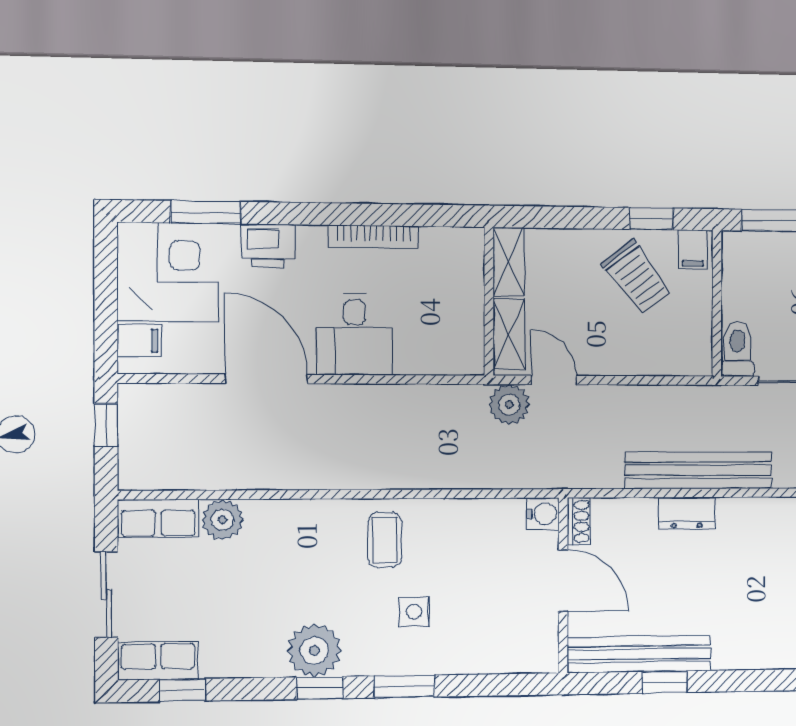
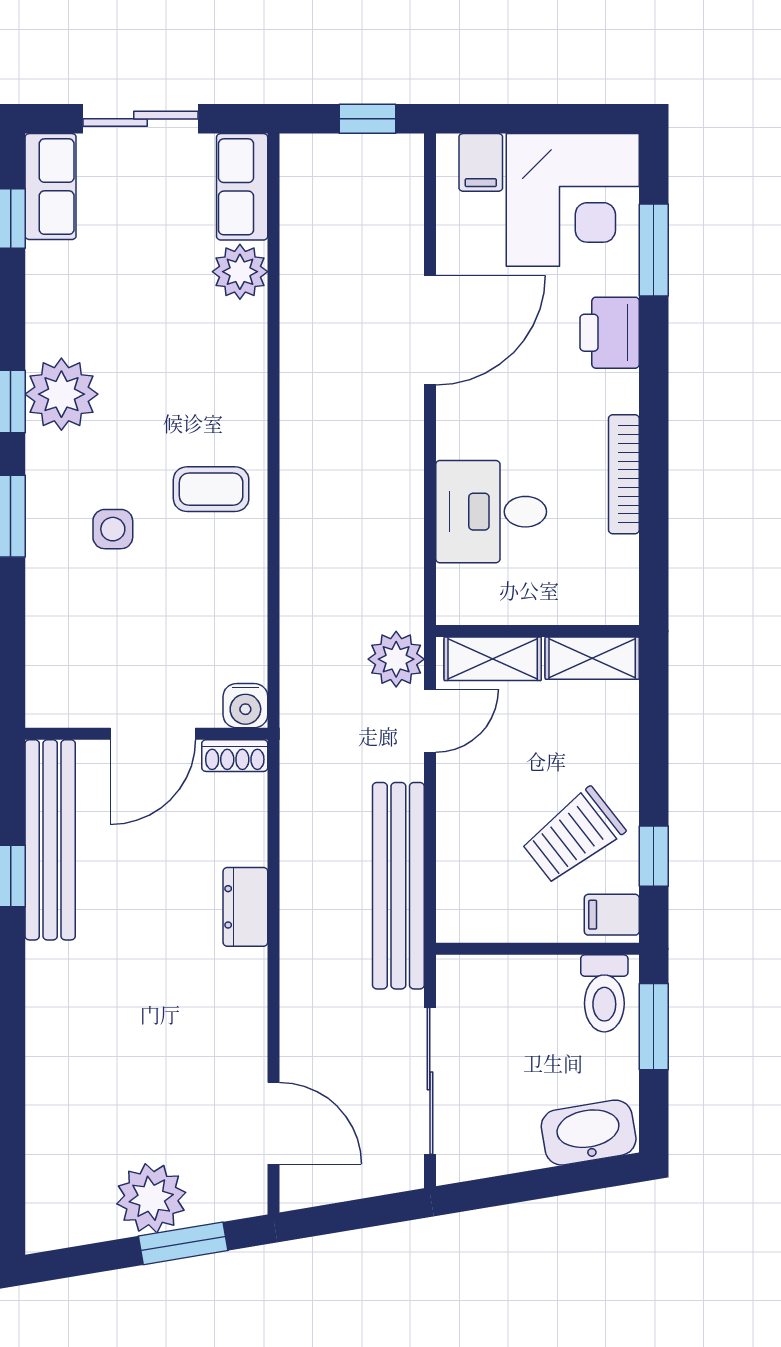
desk: (355, 334) -> (491, 512), moved
toilet: (737, 349) -> (604, 993), moved, turned 90
bench: (699, 470) -> (398, 886), moved

